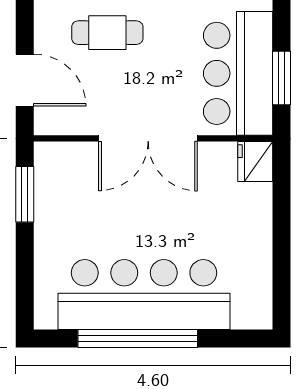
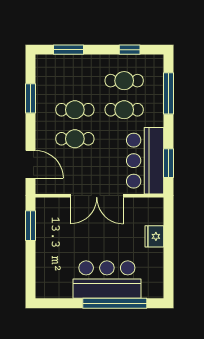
fridge: (255, 162) -> (154, 236), moved
bar counter: (144, 295) -> (107, 280), width x0.73
window: (138, 338) -> (115, 303), moved

